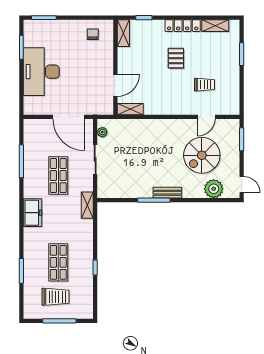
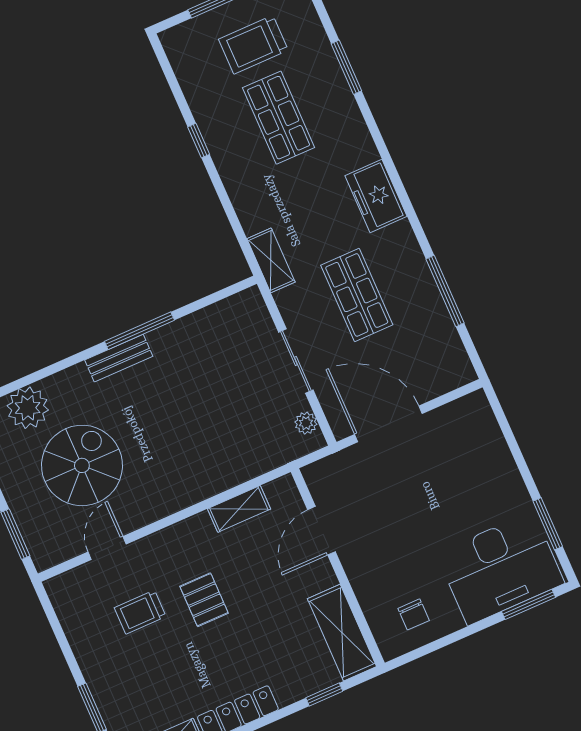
shelving: (123, 33) -> (342, 633), width x1.50, depth x1.33
pallet: (176, 58) -> (204, 600), moved
desk: (41, 72) -> (500, 568), moved, turned 90
shelving: (130, 109) -> (239, 509), moved

